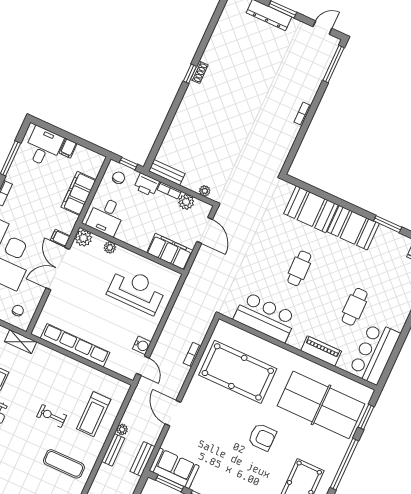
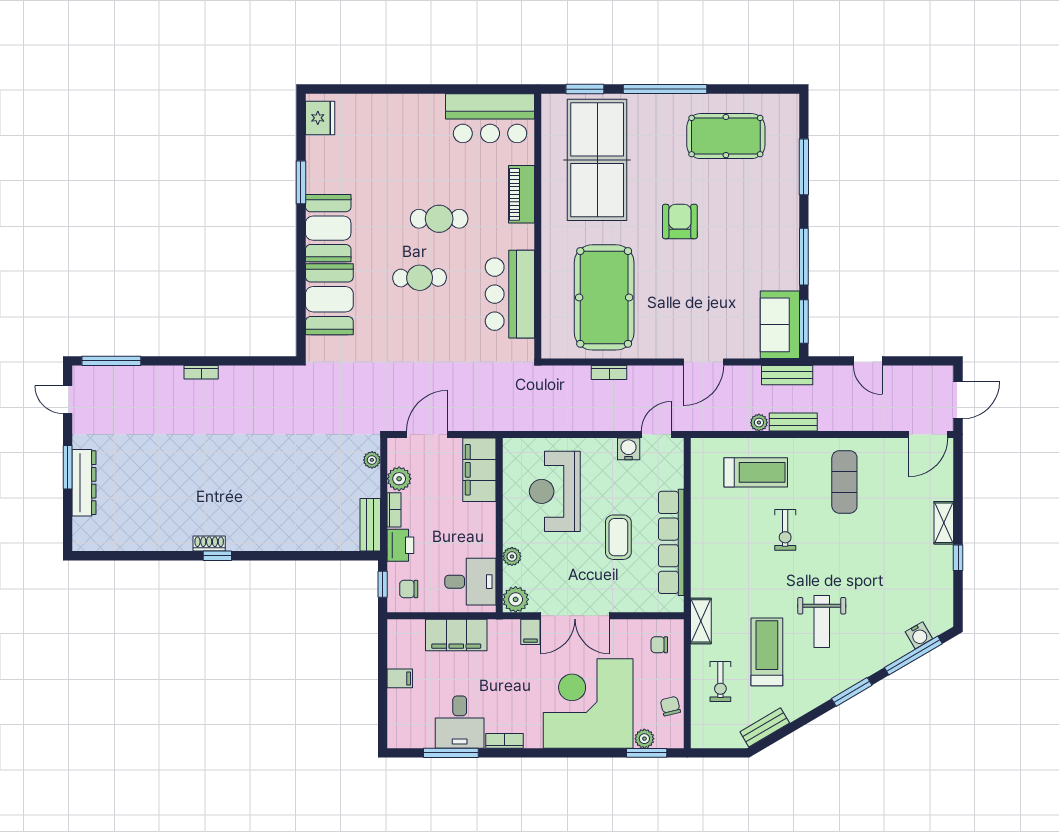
desk: (43, 147) -> (460, 722), moved, turned -90
cafe table: (355, 307) -> (439, 219), moved
coffee table: (92, 316) -> (618, 537), added

